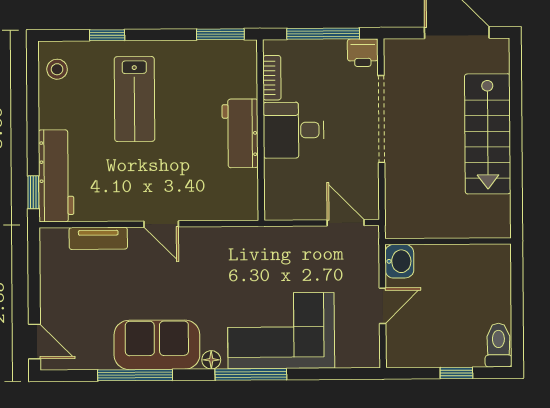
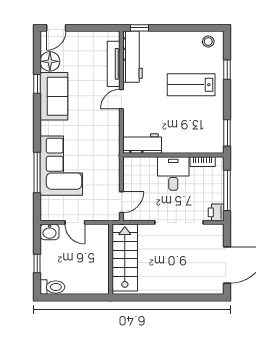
workbench: (240, 133) -> (142, 144), moved
stairs: (488, 134) -> (125, 258), moved, turned 90
workbench: (56, 176) -> (133, 57), moved, turned -90
tv unit: (98, 238) -> (114, 64), width x1.41
washbasin: (399, 261) -> (50, 232), moved
floor lamp: (211, 360) -> (50, 61), moved, width x1.89, depth x1.89
window: (251, 374) -> (37, 172), moved
window: (135, 375) -> (37, 84), width x0.46

